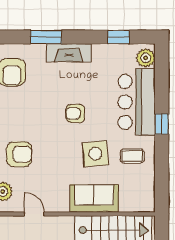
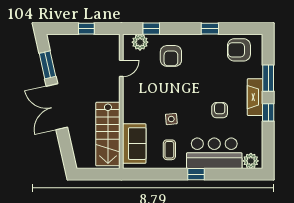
window: (119, 37) -> (268, 112), moved
armchair: (75, 114) -> (220, 110), moved
side table: (95, 154) -> (171, 119), width x0.54, depth x0.54
sofa: (94, 198) -> (134, 144), moved

